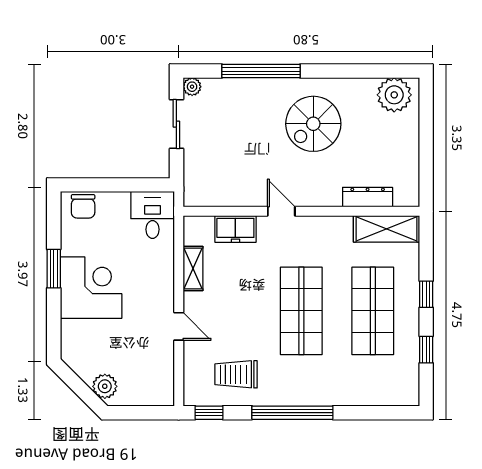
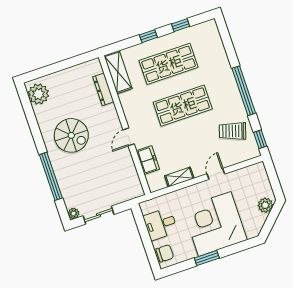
desk: (153, 215) -> (160, 224), moved
corner desk: (91, 288) -> (215, 224), width x1.36, depth x1.36
trolley: (236, 374) -> (232, 131), turned 108

